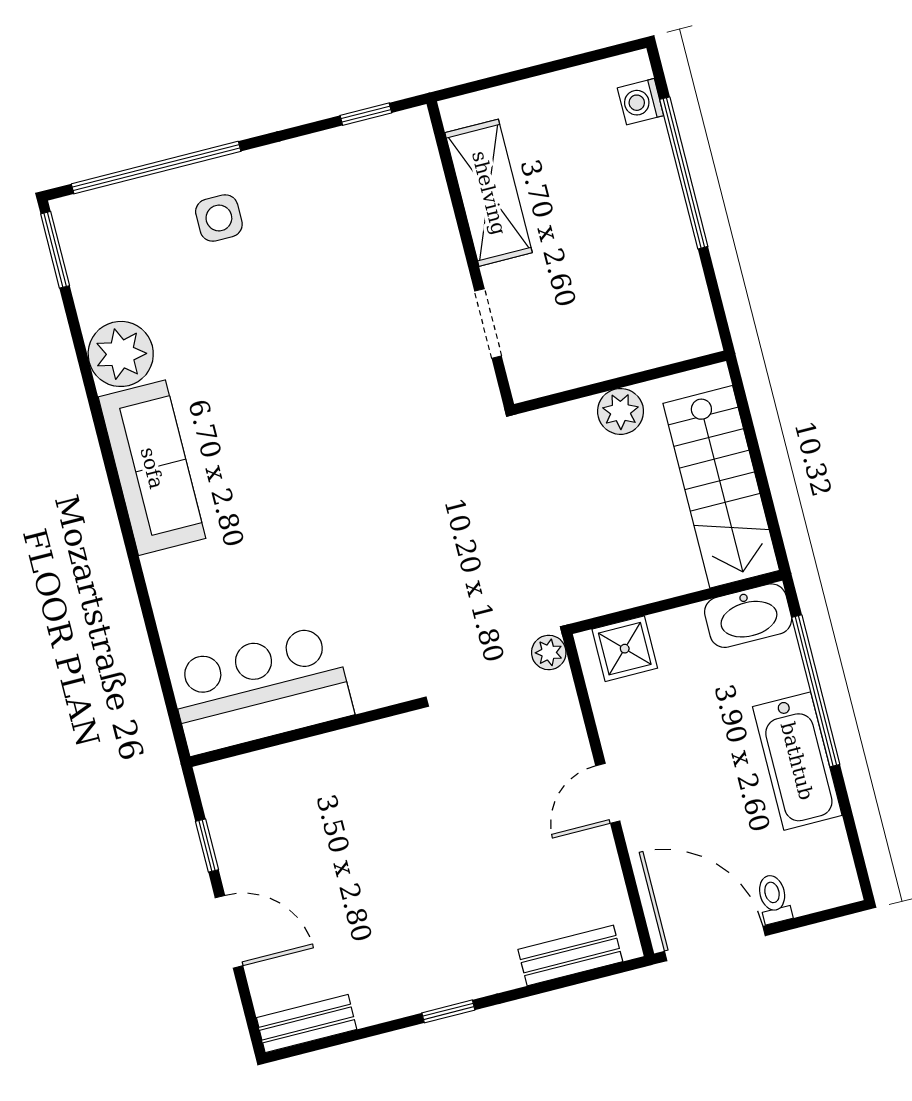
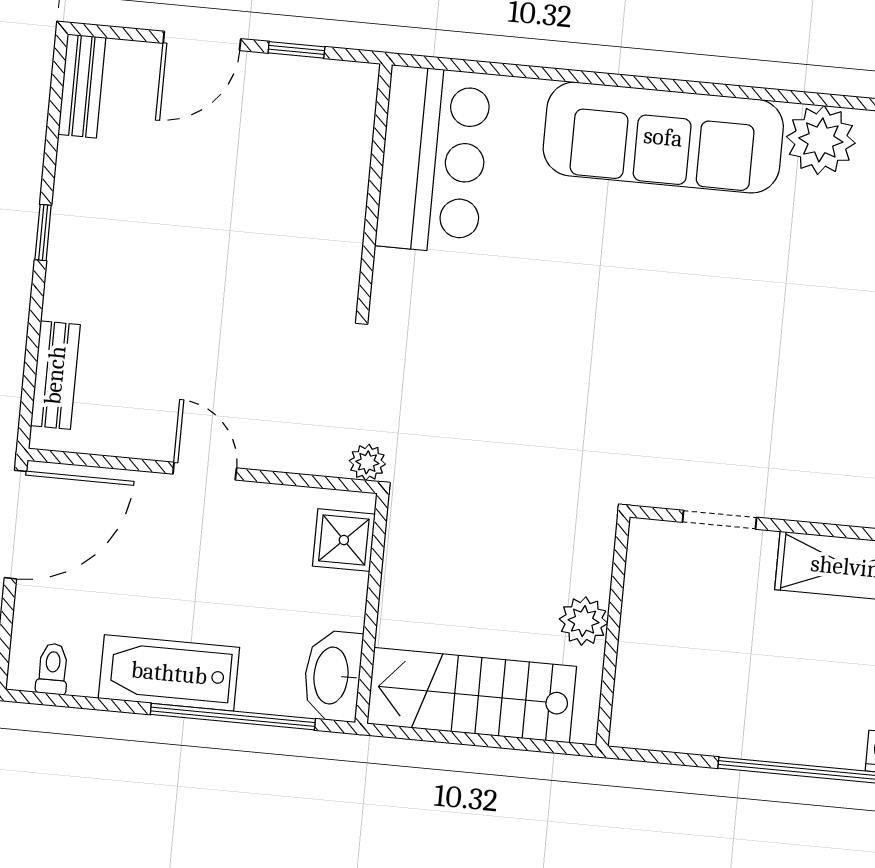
sofa: (152, 468) -> (663, 137), width x1.36, depth x1.27
toilet: (774, 899) -> (53, 669), moved, turned -90

